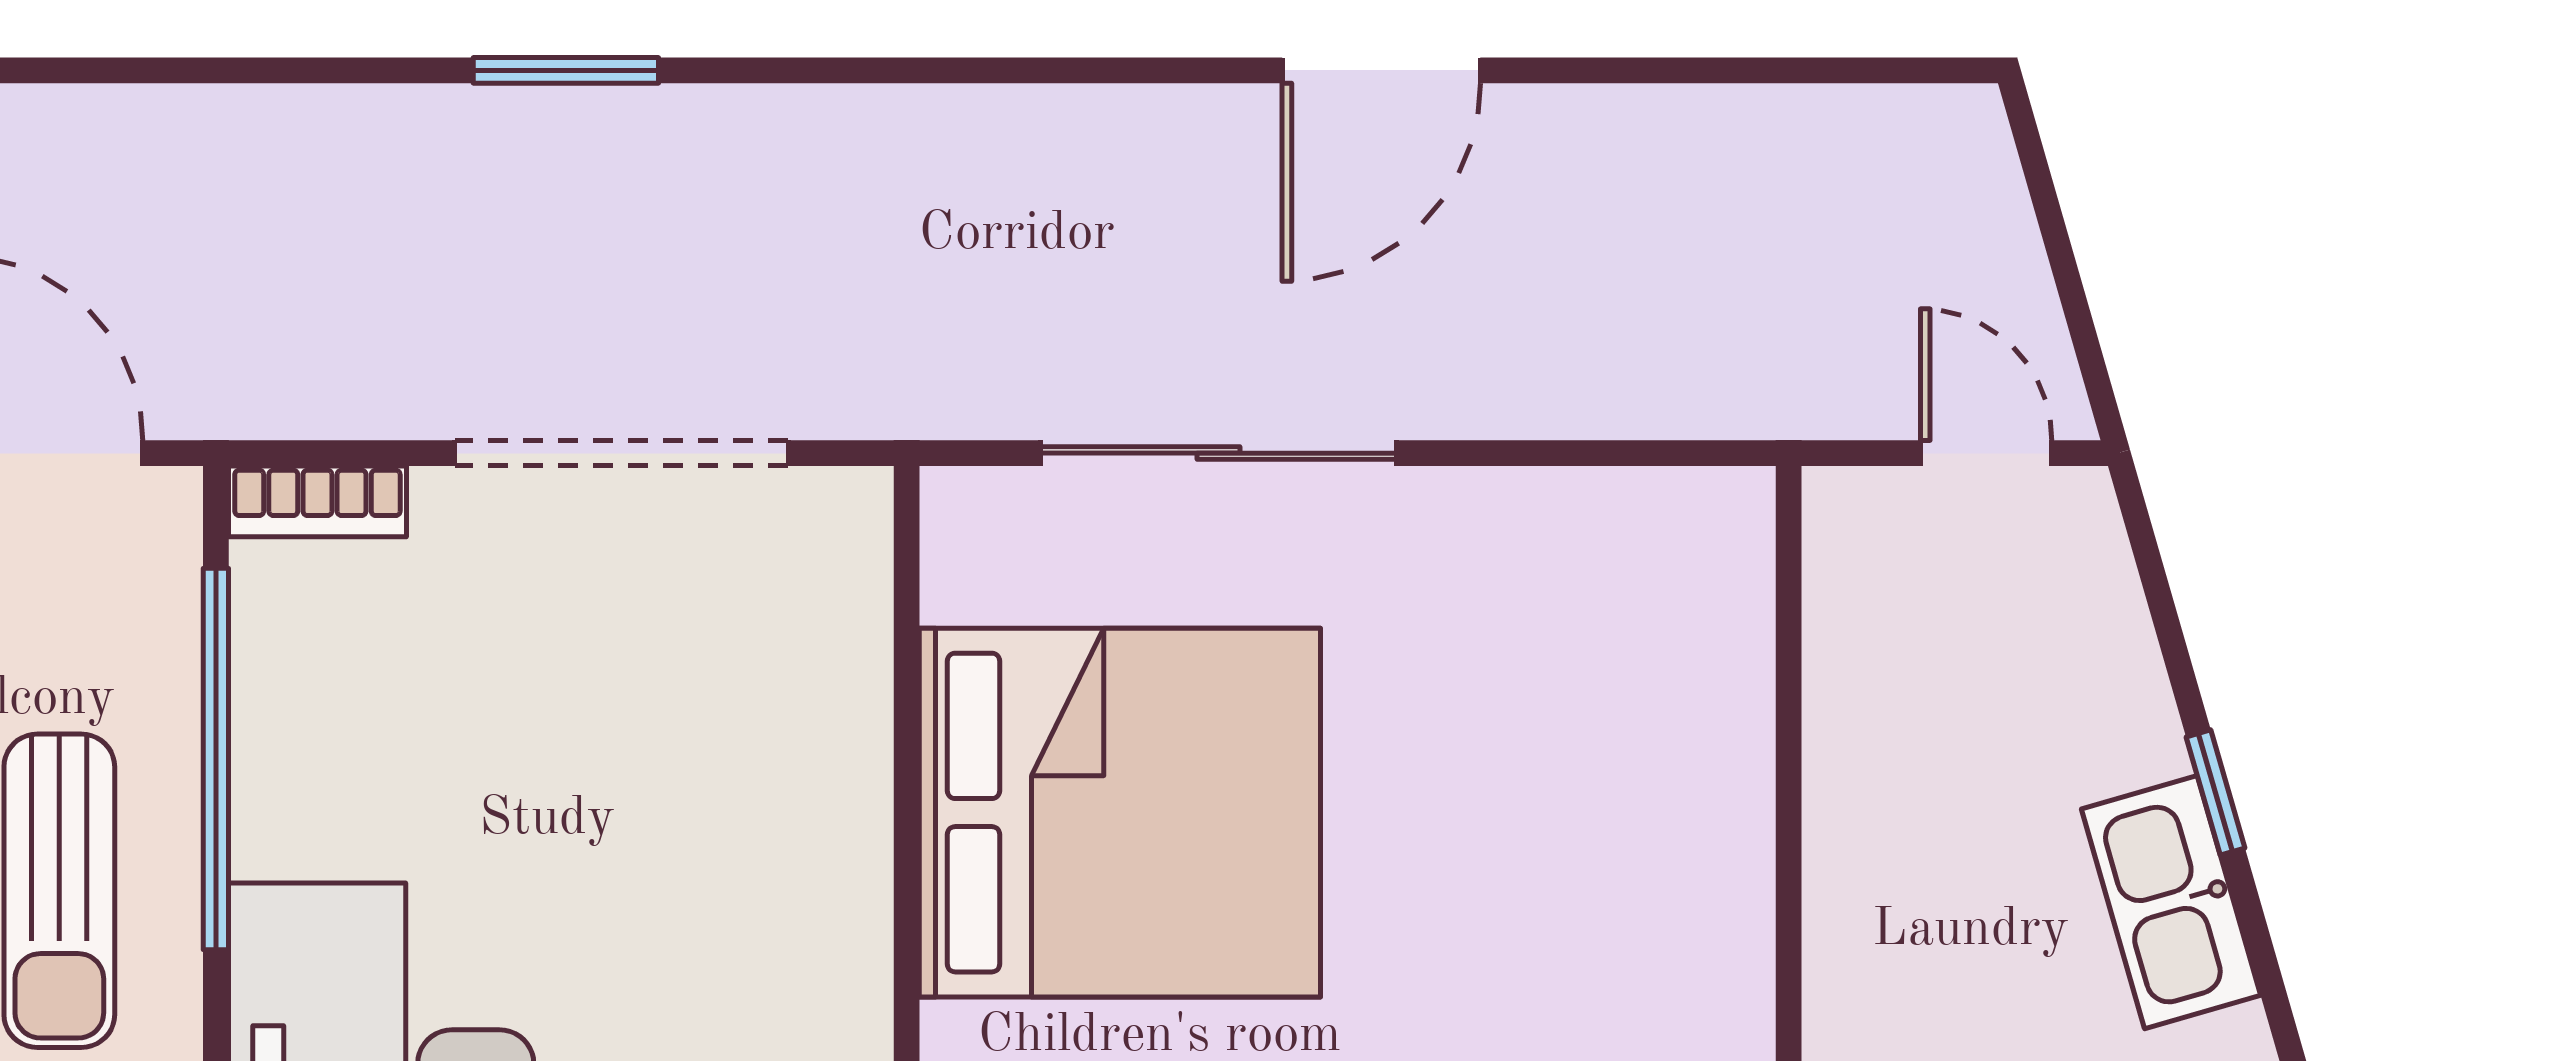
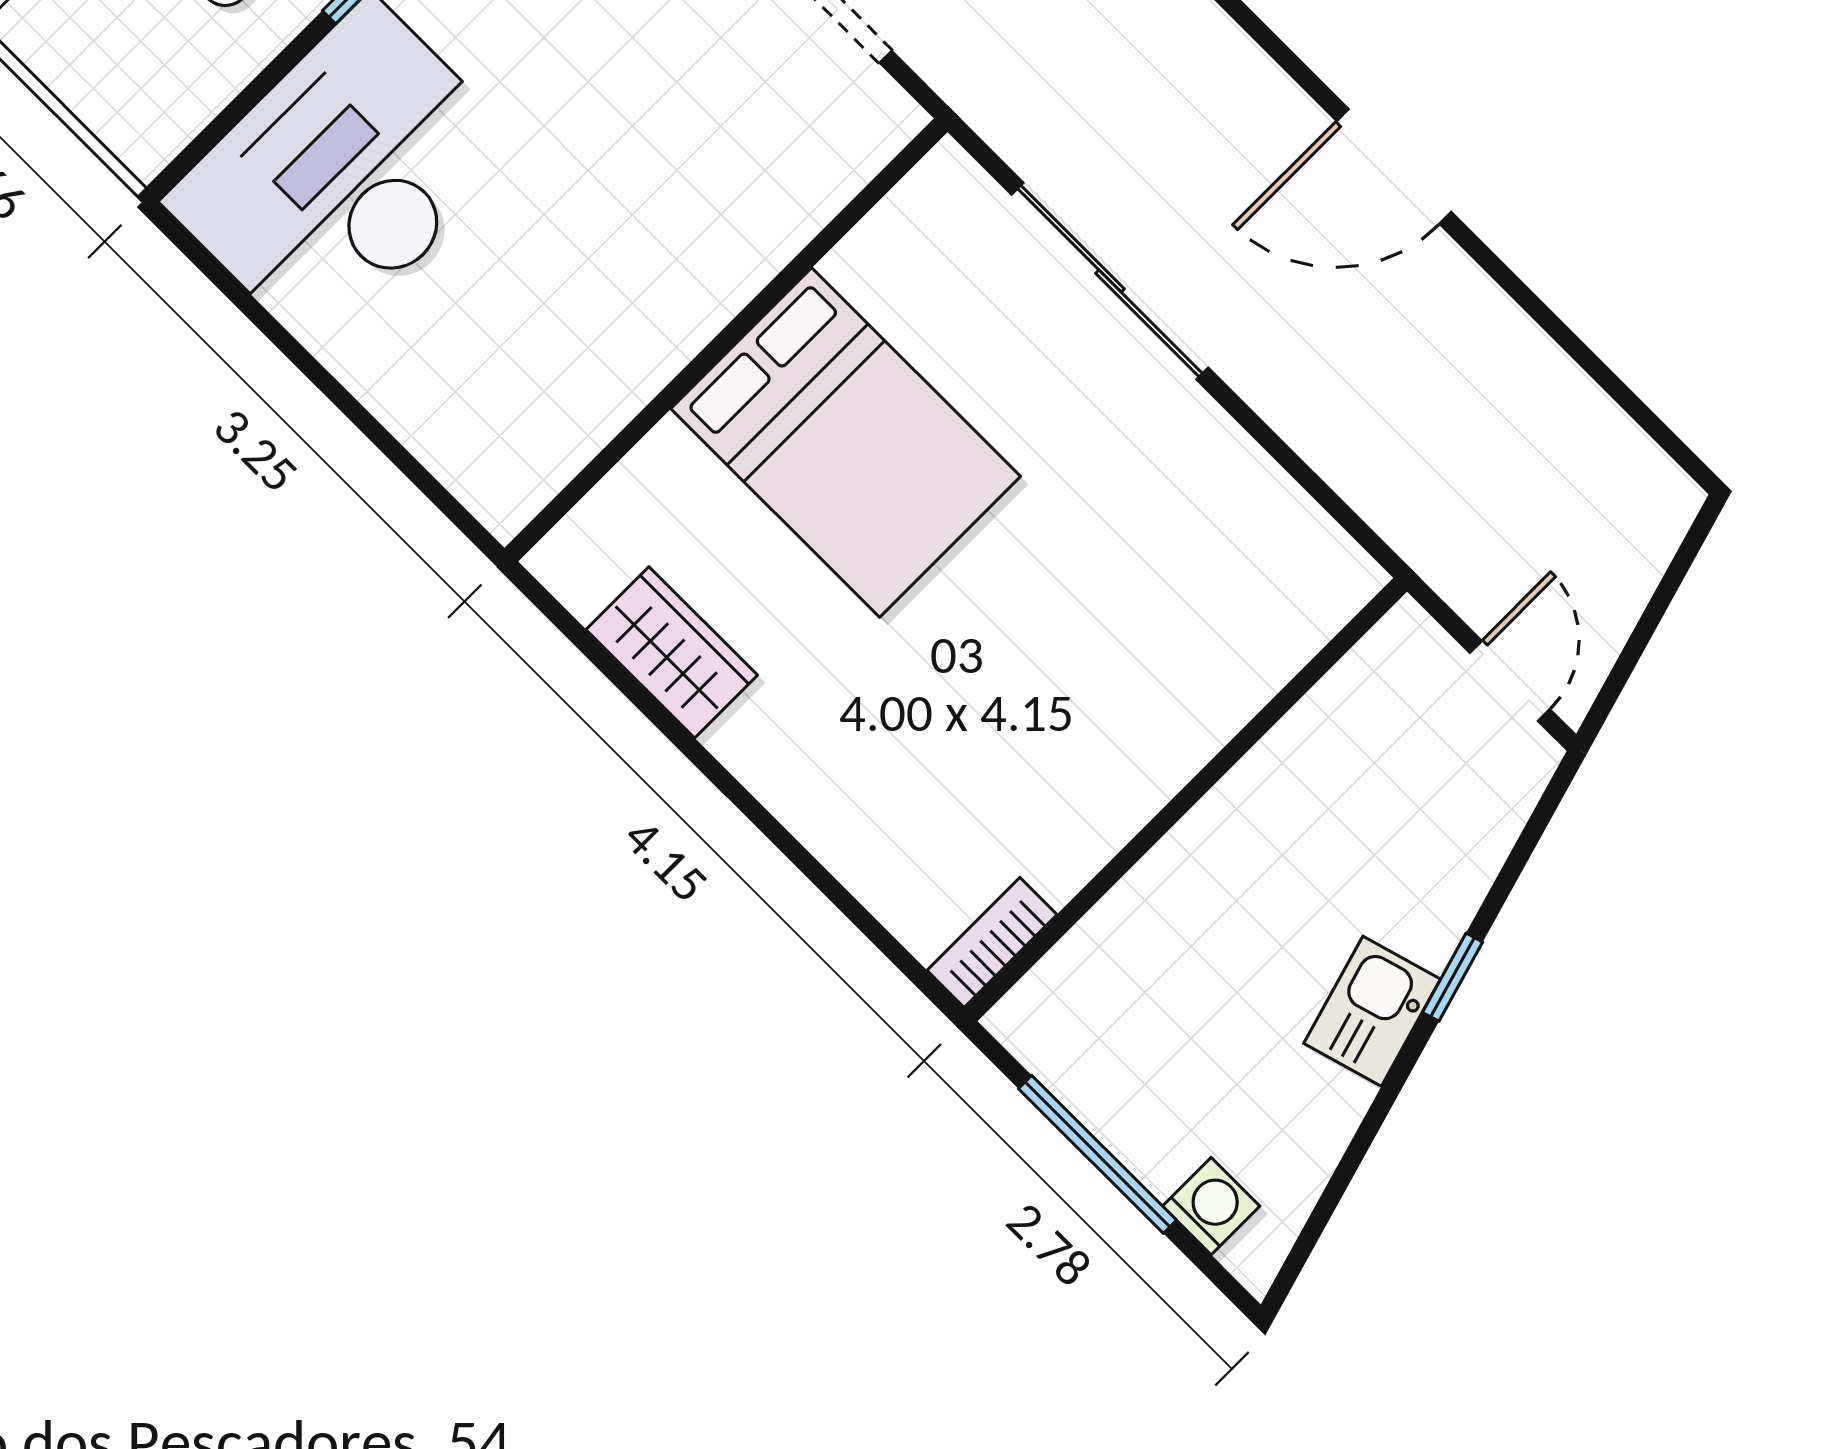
bed: (1120, 813) -> (846, 443), width x0.73
kitchen sink: (2171, 902) -> (1372, 1011), width x0.73

